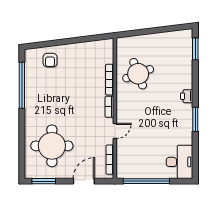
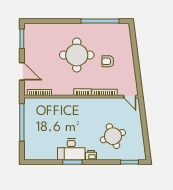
armchair: (50, 60) -> (108, 61), moved
round table: (138, 74) -> (113, 136), moved
door: (115, 131) -> (130, 97), moved
round table: (52, 146) -> (77, 55), moved
desk: (180, 162) -> (71, 149), moved

